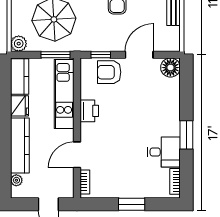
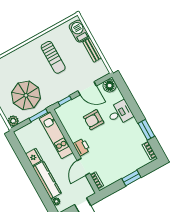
door: (139, 55) -> (87, 88), swing flipped
armchair: (109, 72) -> (94, 120), moved
kitchen counter: (20, 76) -> (24, 140), removed
printer: (89, 111) -> (82, 147), moved
window: (186, 135) -> (146, 130), moved
desk: (164, 152) -> (120, 113), moved

